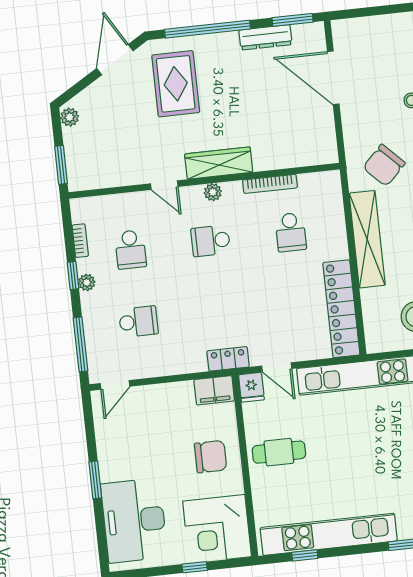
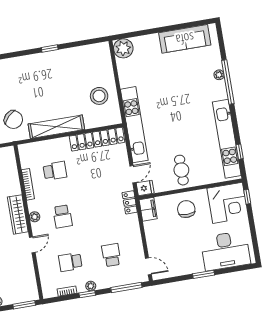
school desk: (131, 249) -> (70, 262), turned 180
window: (195, 567) -> (247, 197), moved

